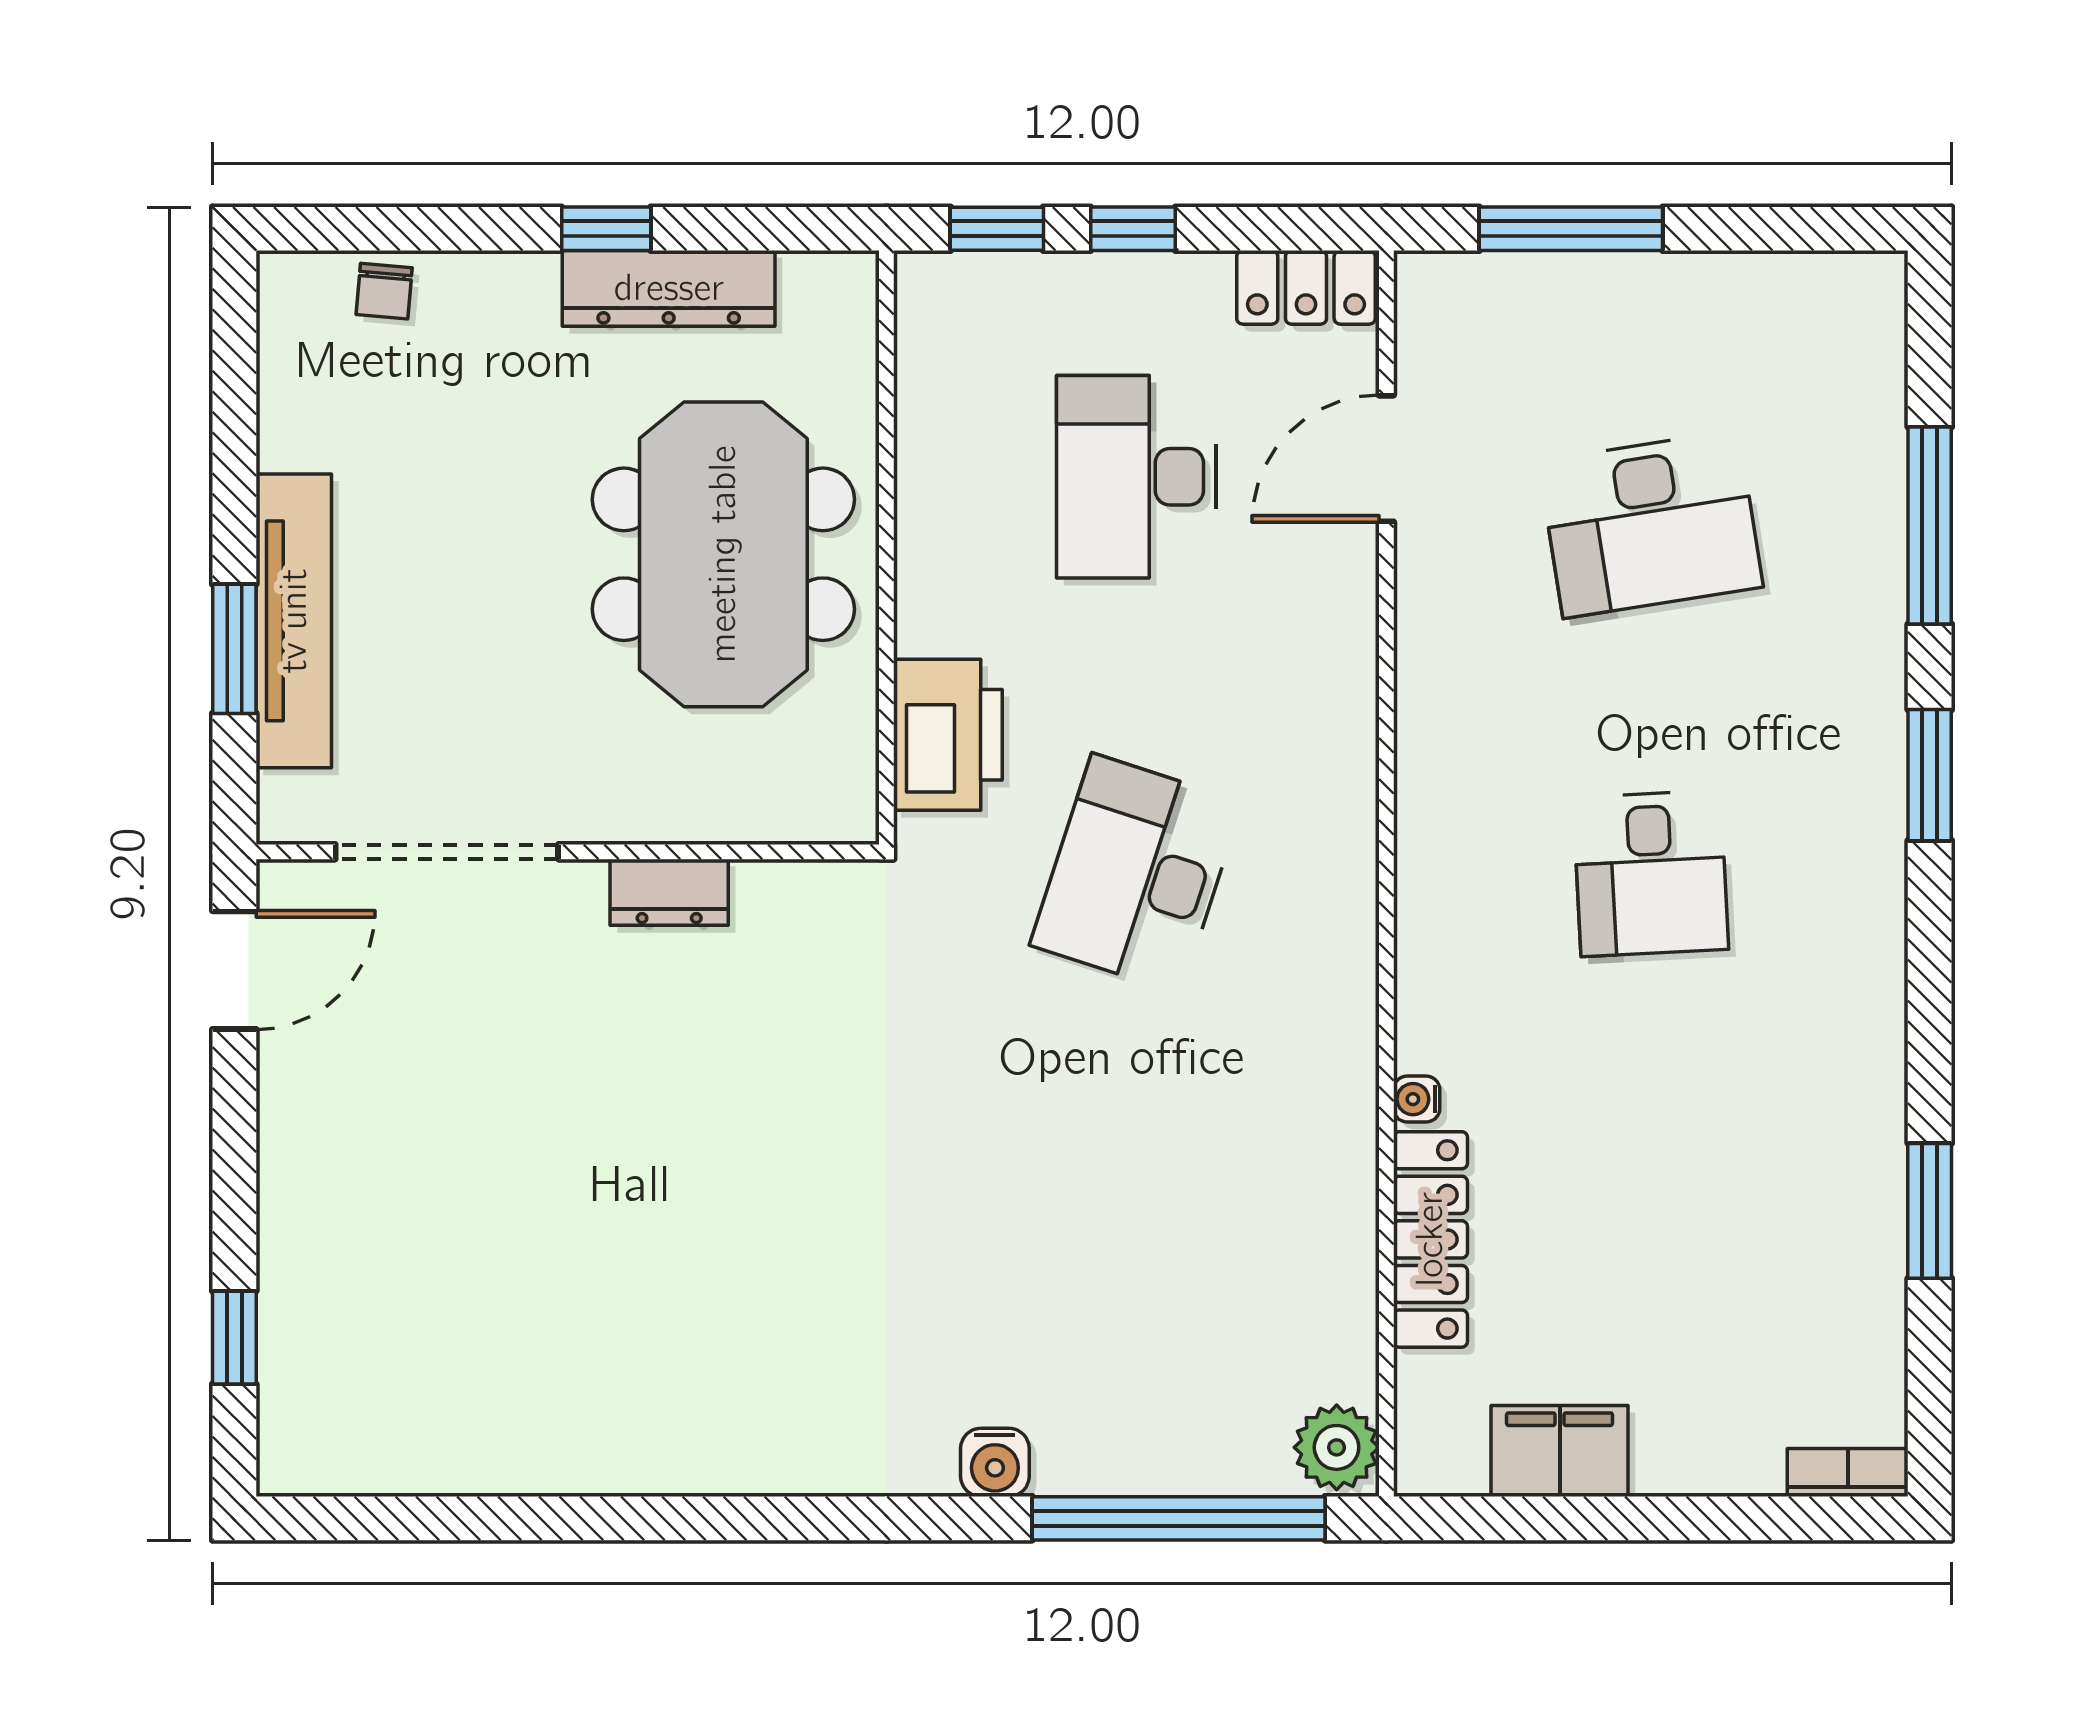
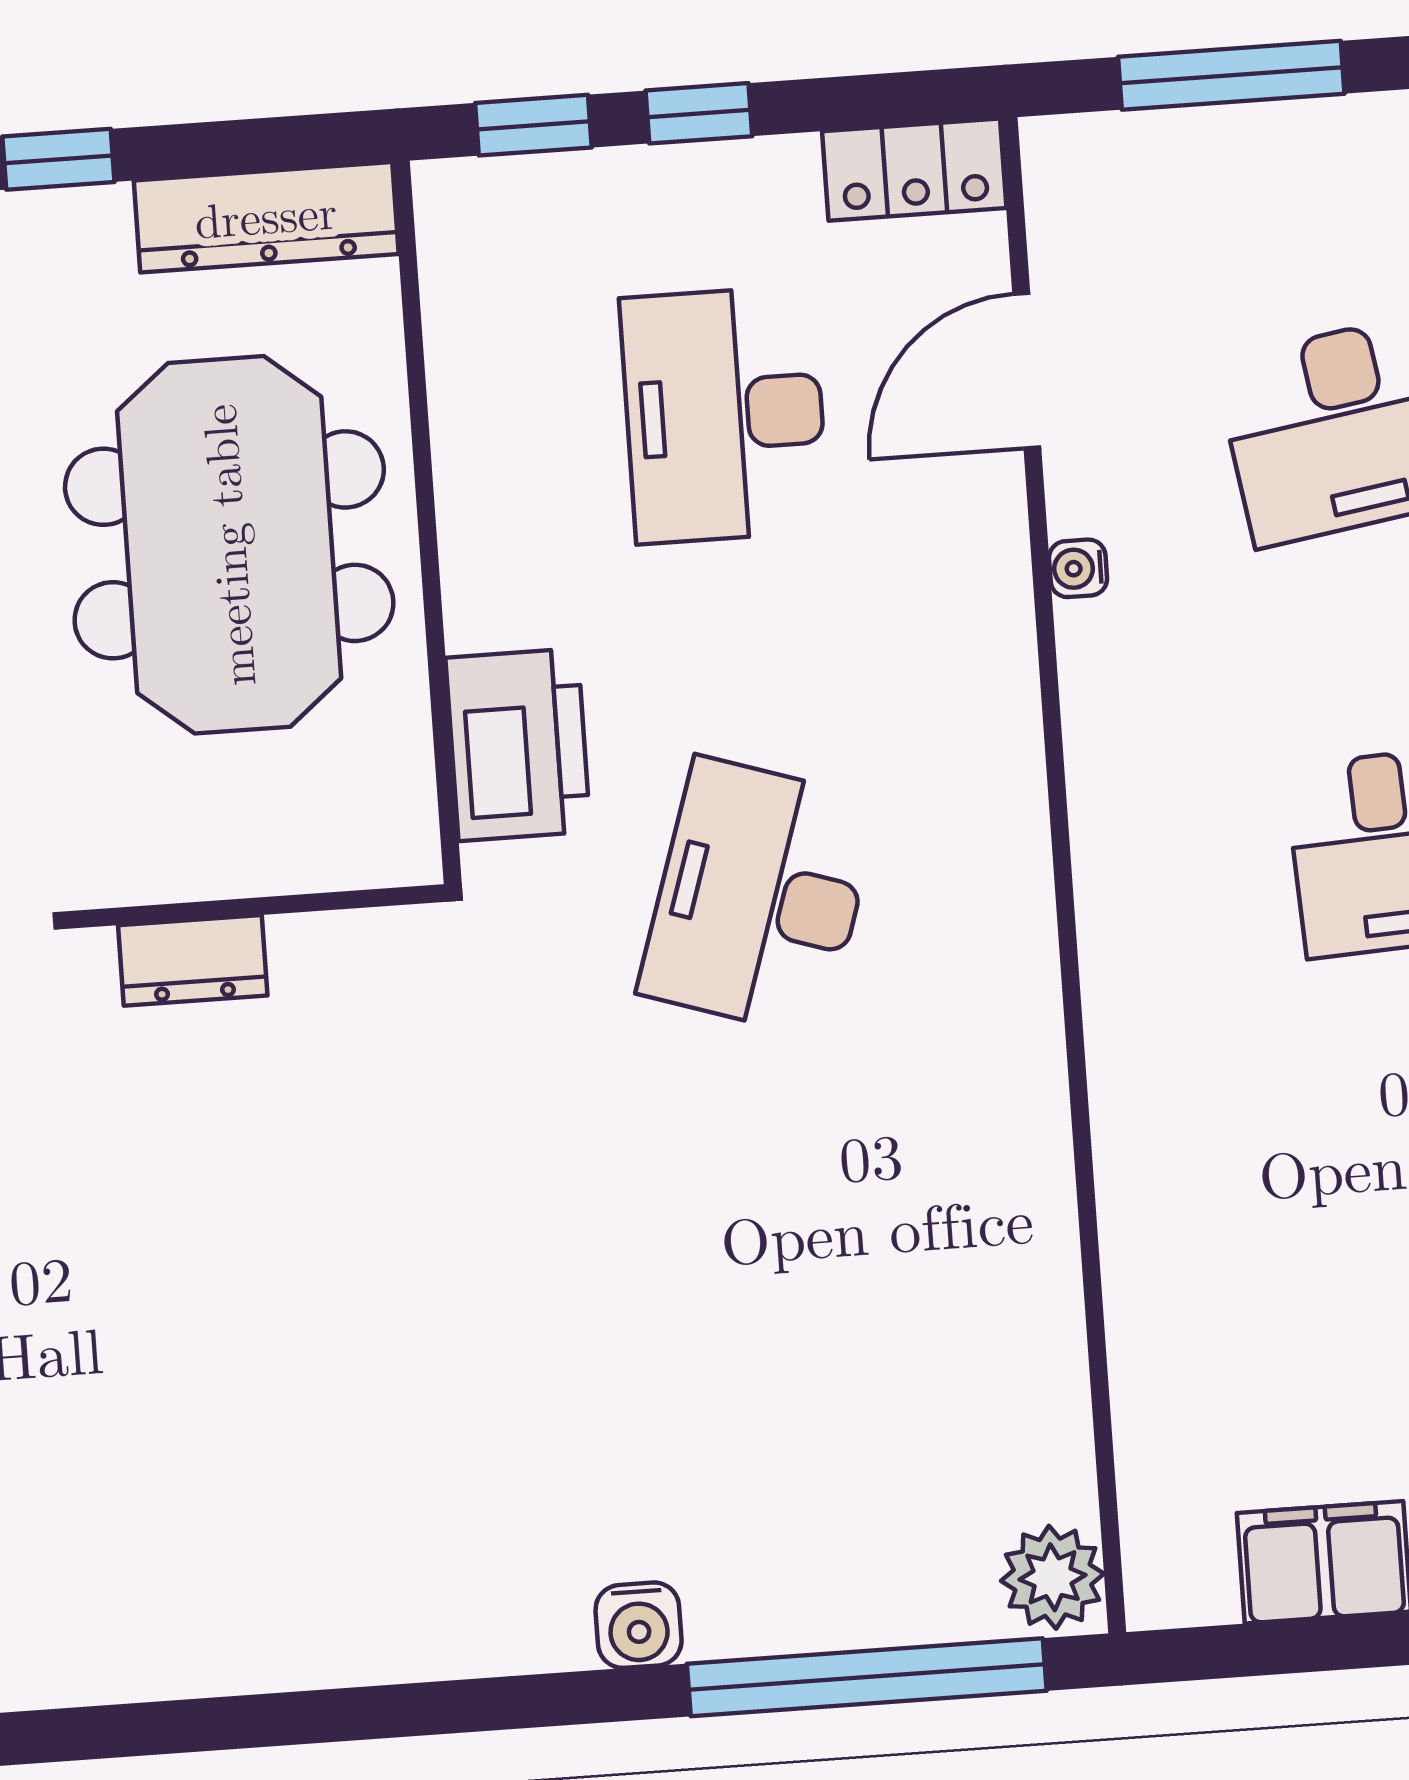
dresser: (669, 288) -> (266, 217), moved
water cooler: (1417, 1099) -> (1078, 568), moved
locker: (1430, 1239) -> (1149, 1316), removed

